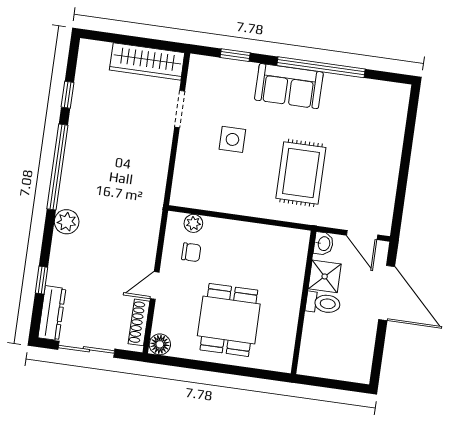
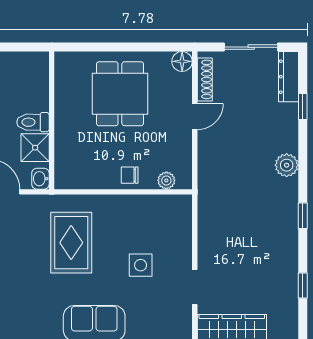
window: (57, 167) -> (303, 216), width x0.32
chair: (191, 252) -> (130, 175), moved

